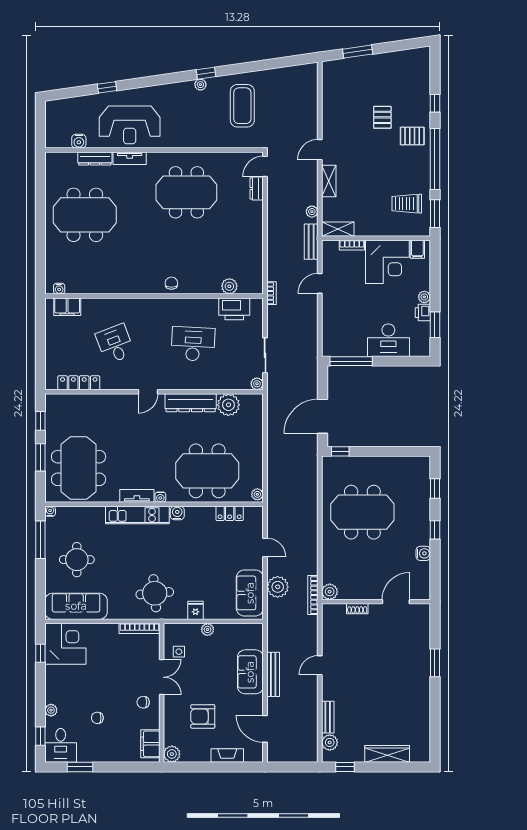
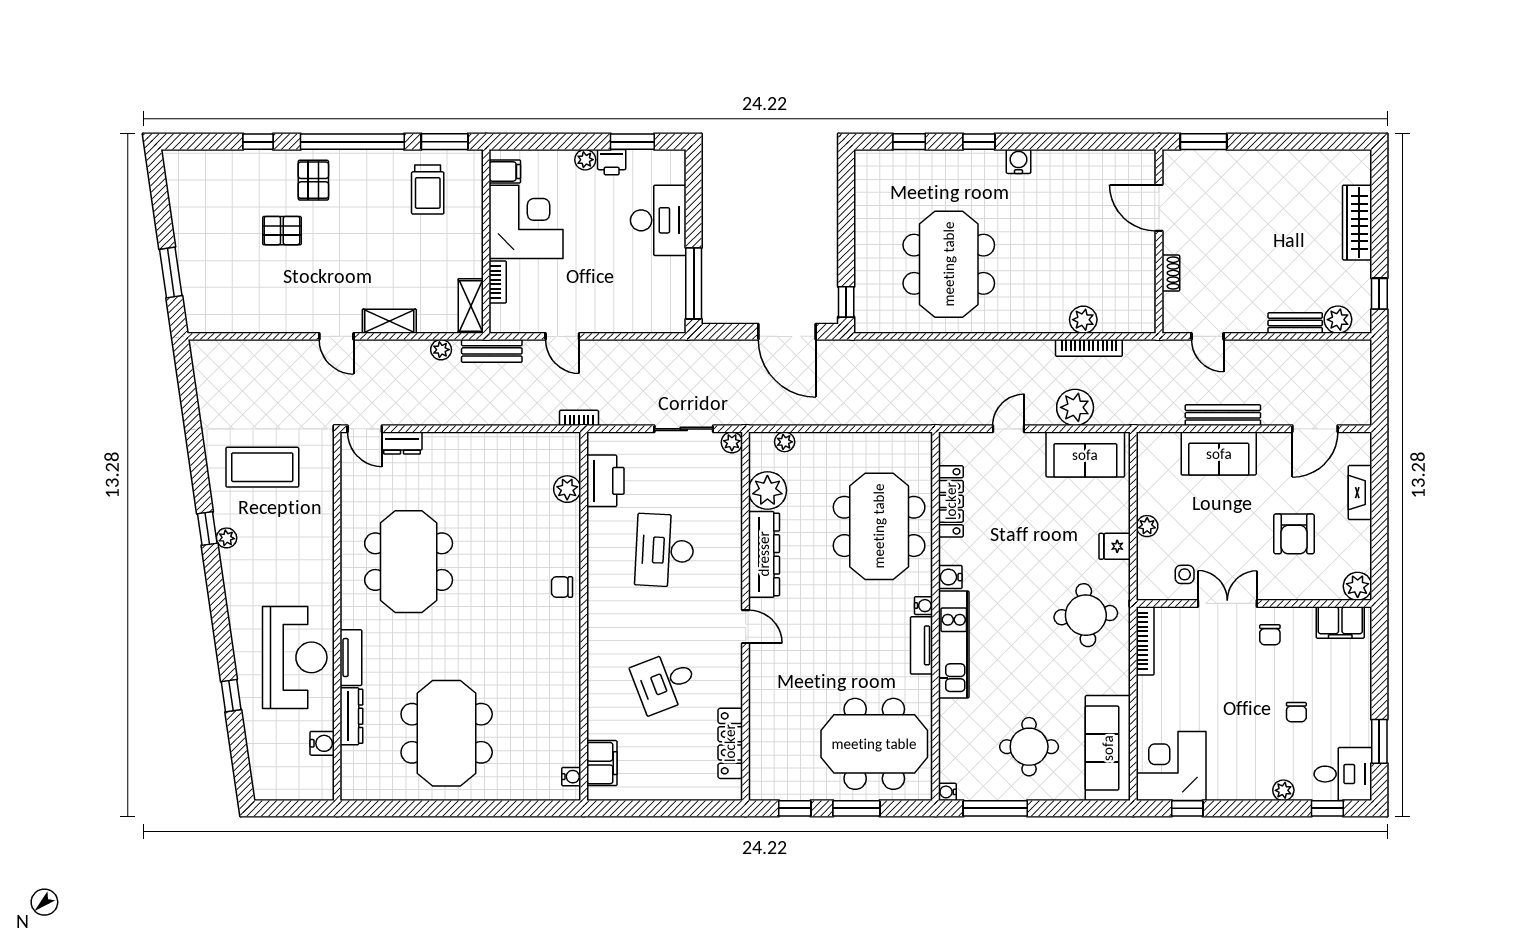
plant: (257, 494) -> (785, 442), moved
locker: (230, 513) -> (951, 501), width x1.53
wall: (376, 602) -> (1159, 241), moved
door: (396, 602) -> (1159, 208), moved
shoe rack: (357, 609) -> (1171, 273), moved

